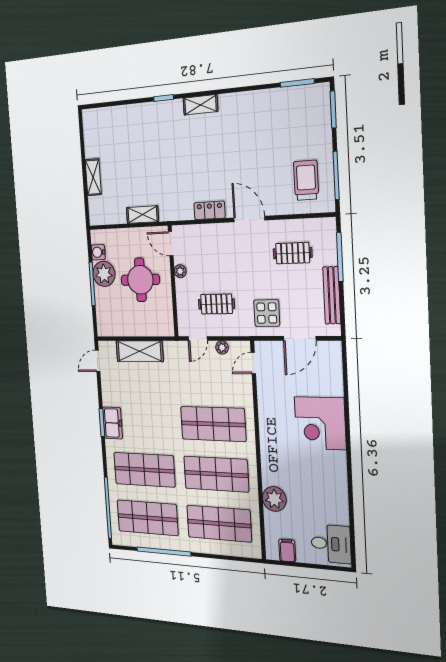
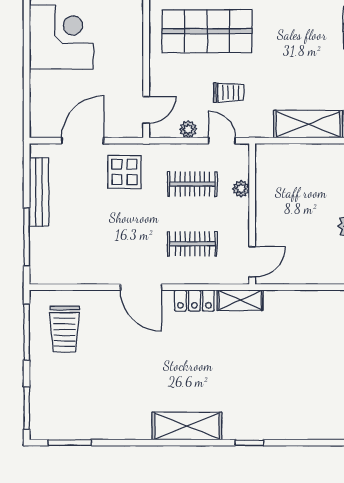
shelving: (200, 105) -> (187, 426), width x1.50, depth x1.33
shelving: (142, 215) -> (240, 300), moved
door: (171, 244) -> (252, 262), hinge flipped
clothes rail: (293, 253) -> (192, 244), moved
plant: (180, 271) -> (241, 189), moved
round table: (140, 280) -> (300, 217), removed
door: (198, 338) -> (222, 141), hinge flipped
trolley: (195, 376) -> (229, 93), added

